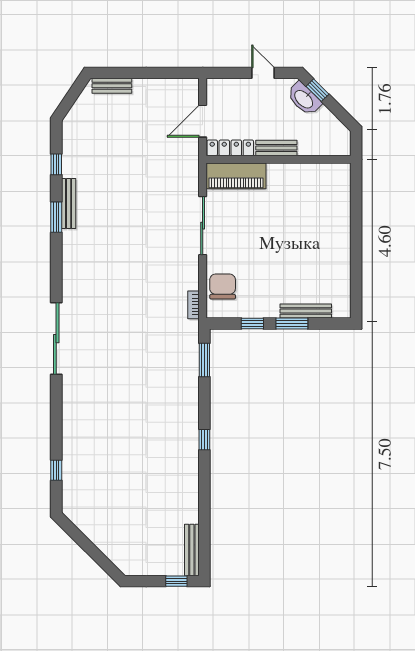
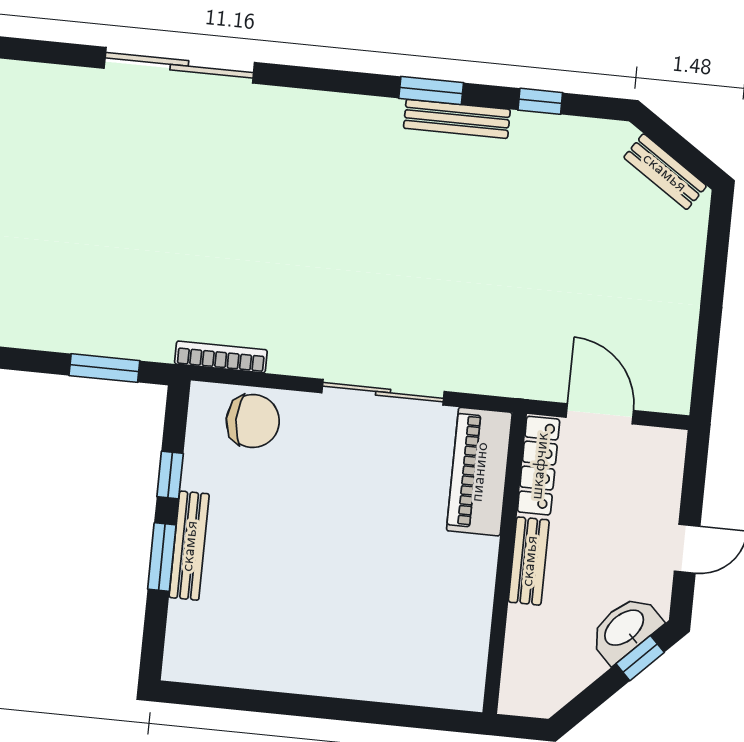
bench: (112, 86) -> (665, 172), moved, turned -56
bookcase: (194, 305) -> (221, 357), width x1.56
bench: (306, 311) -> (189, 546), moved

